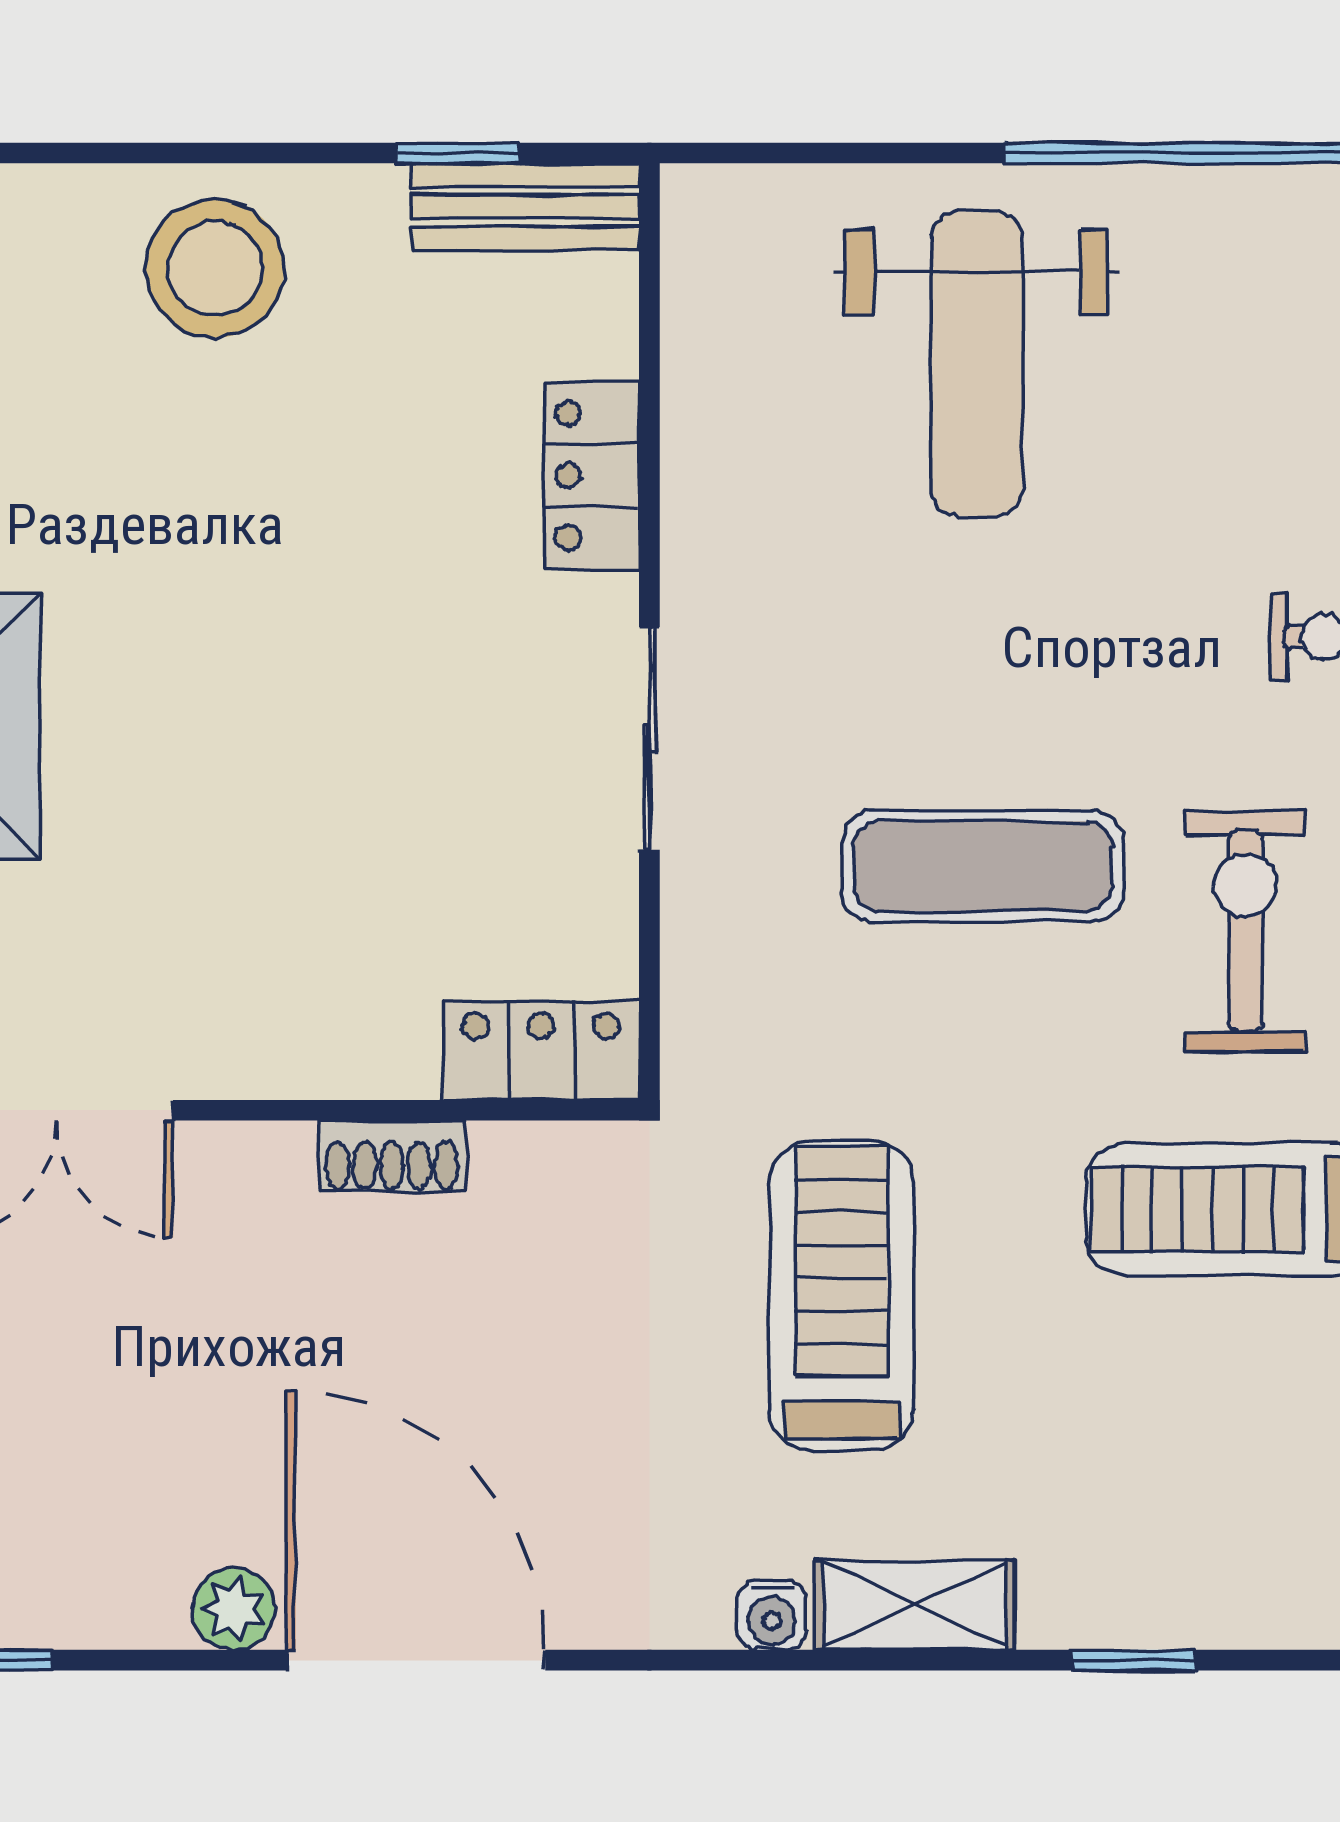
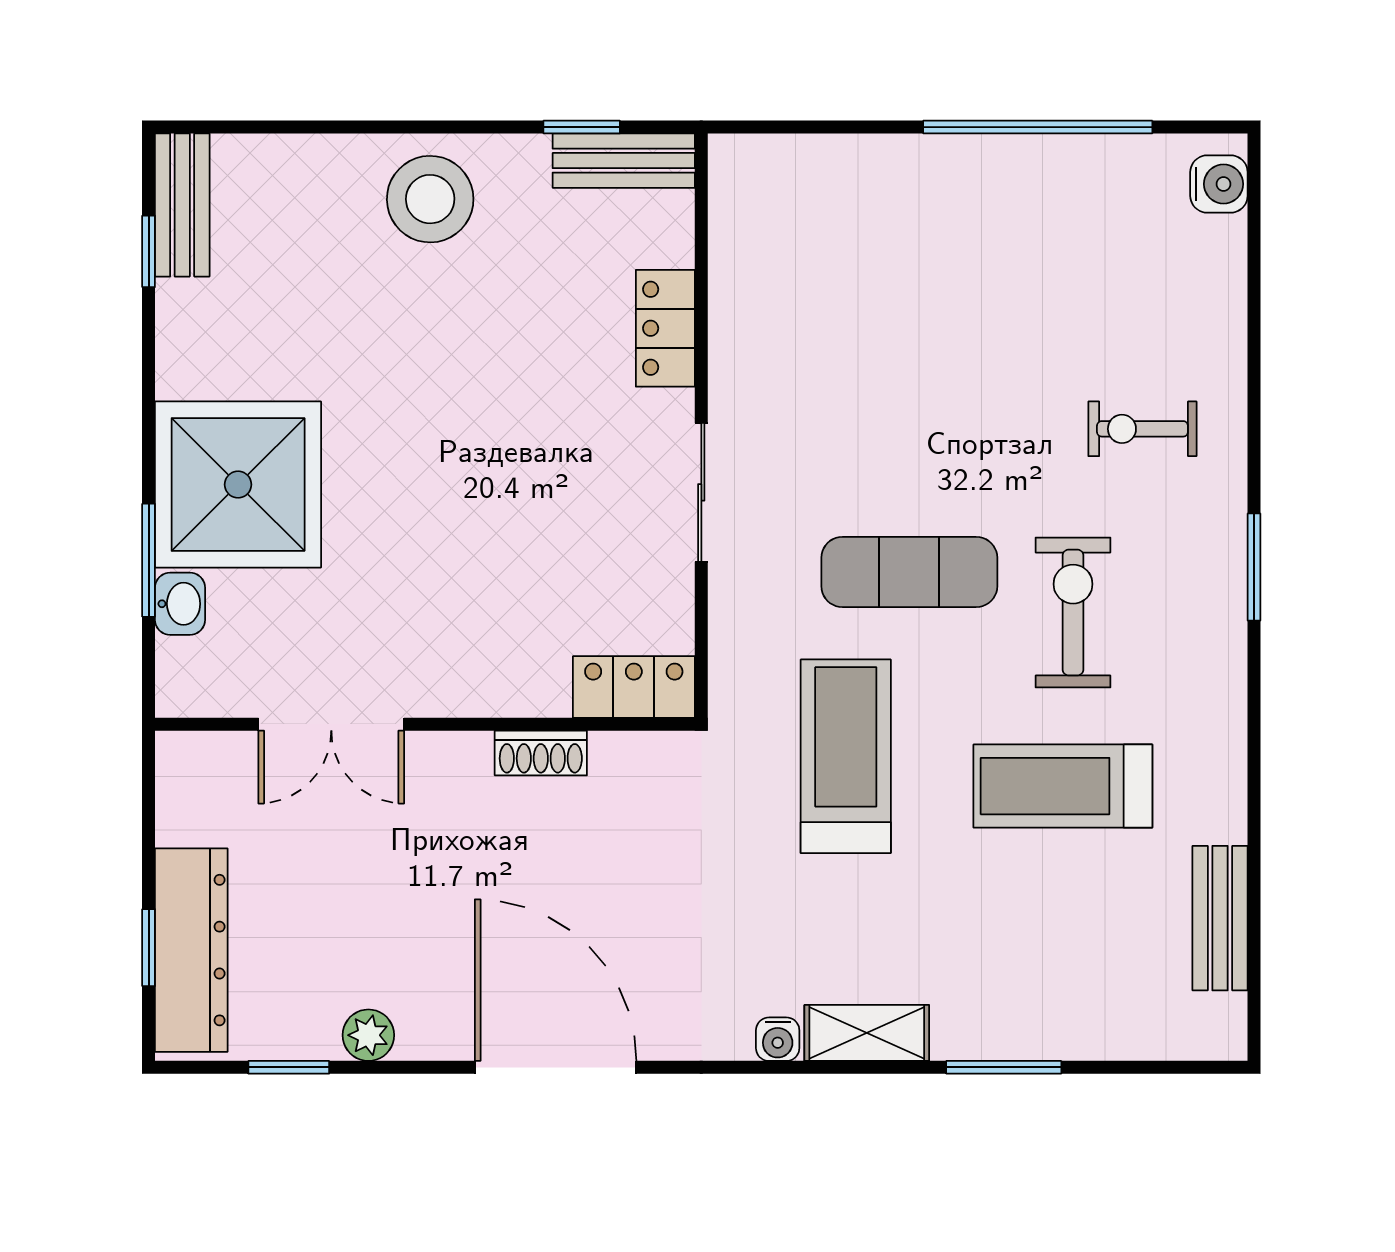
weight bench: (977, 364) -> (905, 258), removed
treadmill: (841, 1296) -> (846, 756), moved
plant: (233, 1609) -> (368, 1035), moved
window: (1134, 1660) -> (1004, 1067), width x1.50

